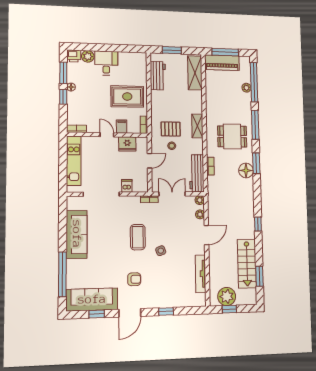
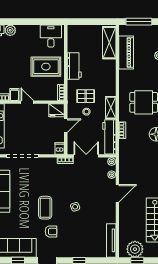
window: (172, 50) -> (88, 22), removed
desk: (106, 63) -> (51, 36), moved
piano: (222, 63) -> (126, 52), moved, turned -90
workbench: (158, 76) -> (74, 66), moved
shelving: (197, 126) -> (111, 108), moved
filing cabinet: (122, 127) -> (14, 94), moved
fridge: (127, 144) -> (57, 110), moved
dishwasher: (127, 186) -> (60, 148), moved
coffee table: (138, 237) -> (45, 208), moved
tv unit: (201, 274) -> (111, 240), moved

